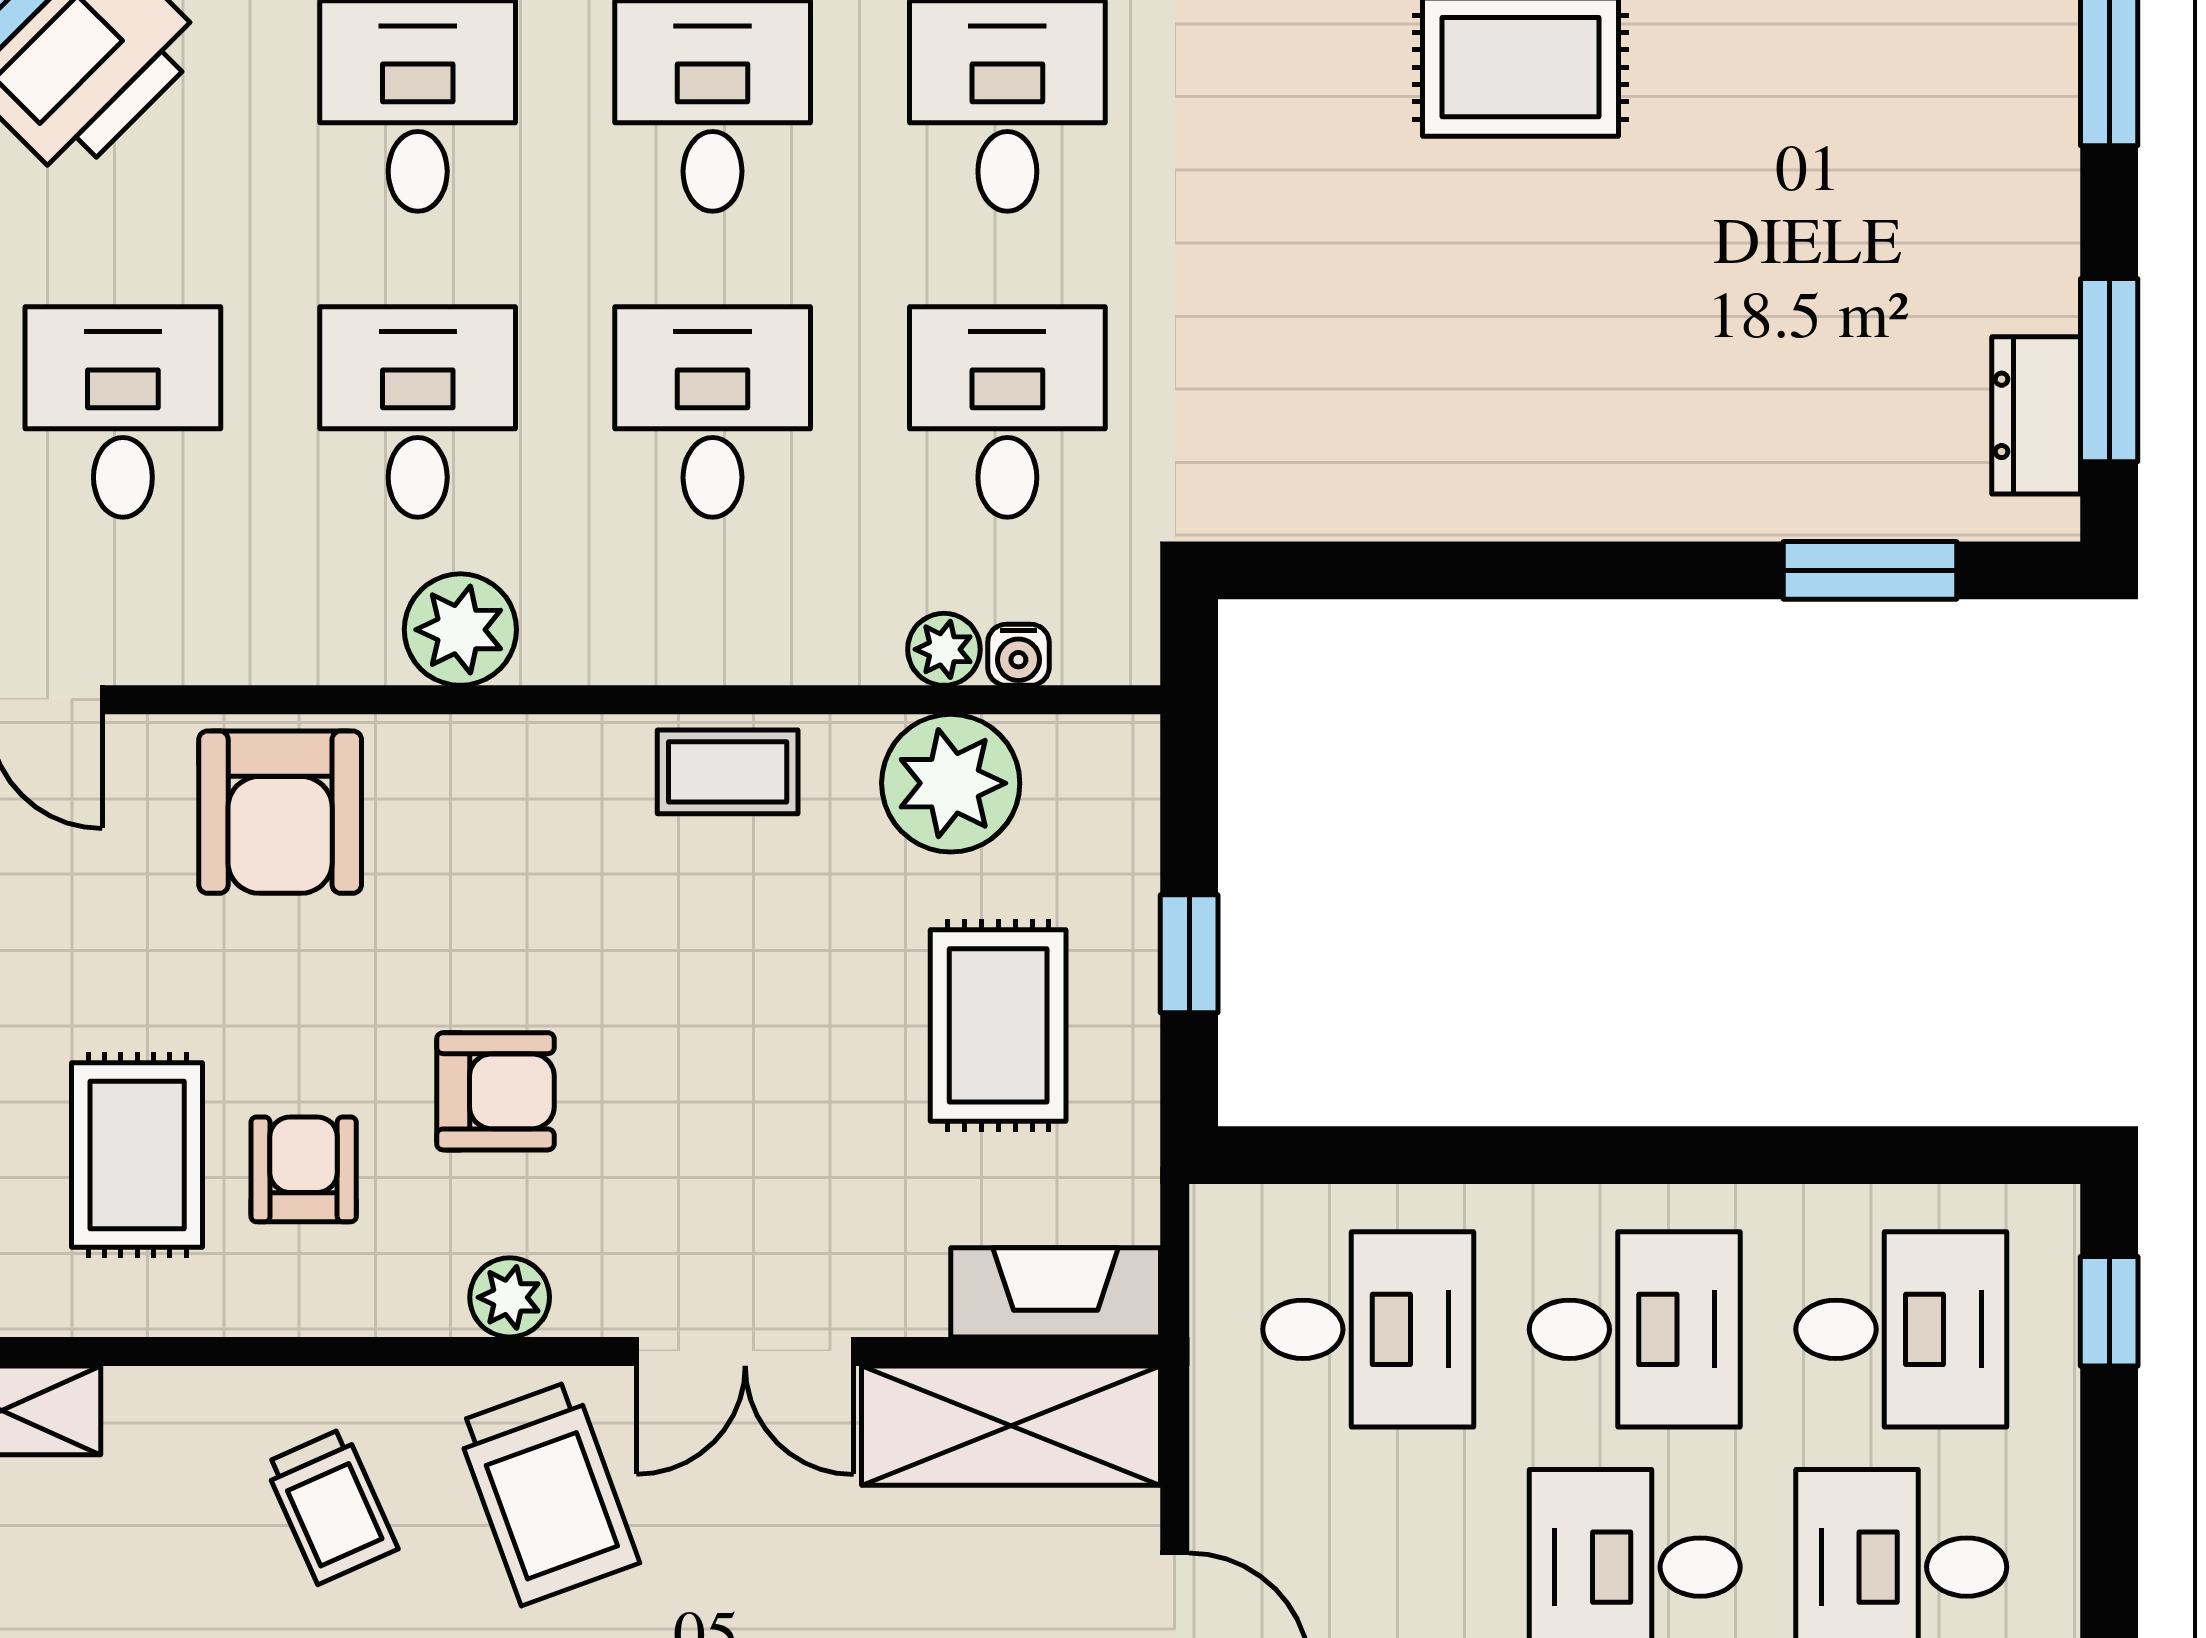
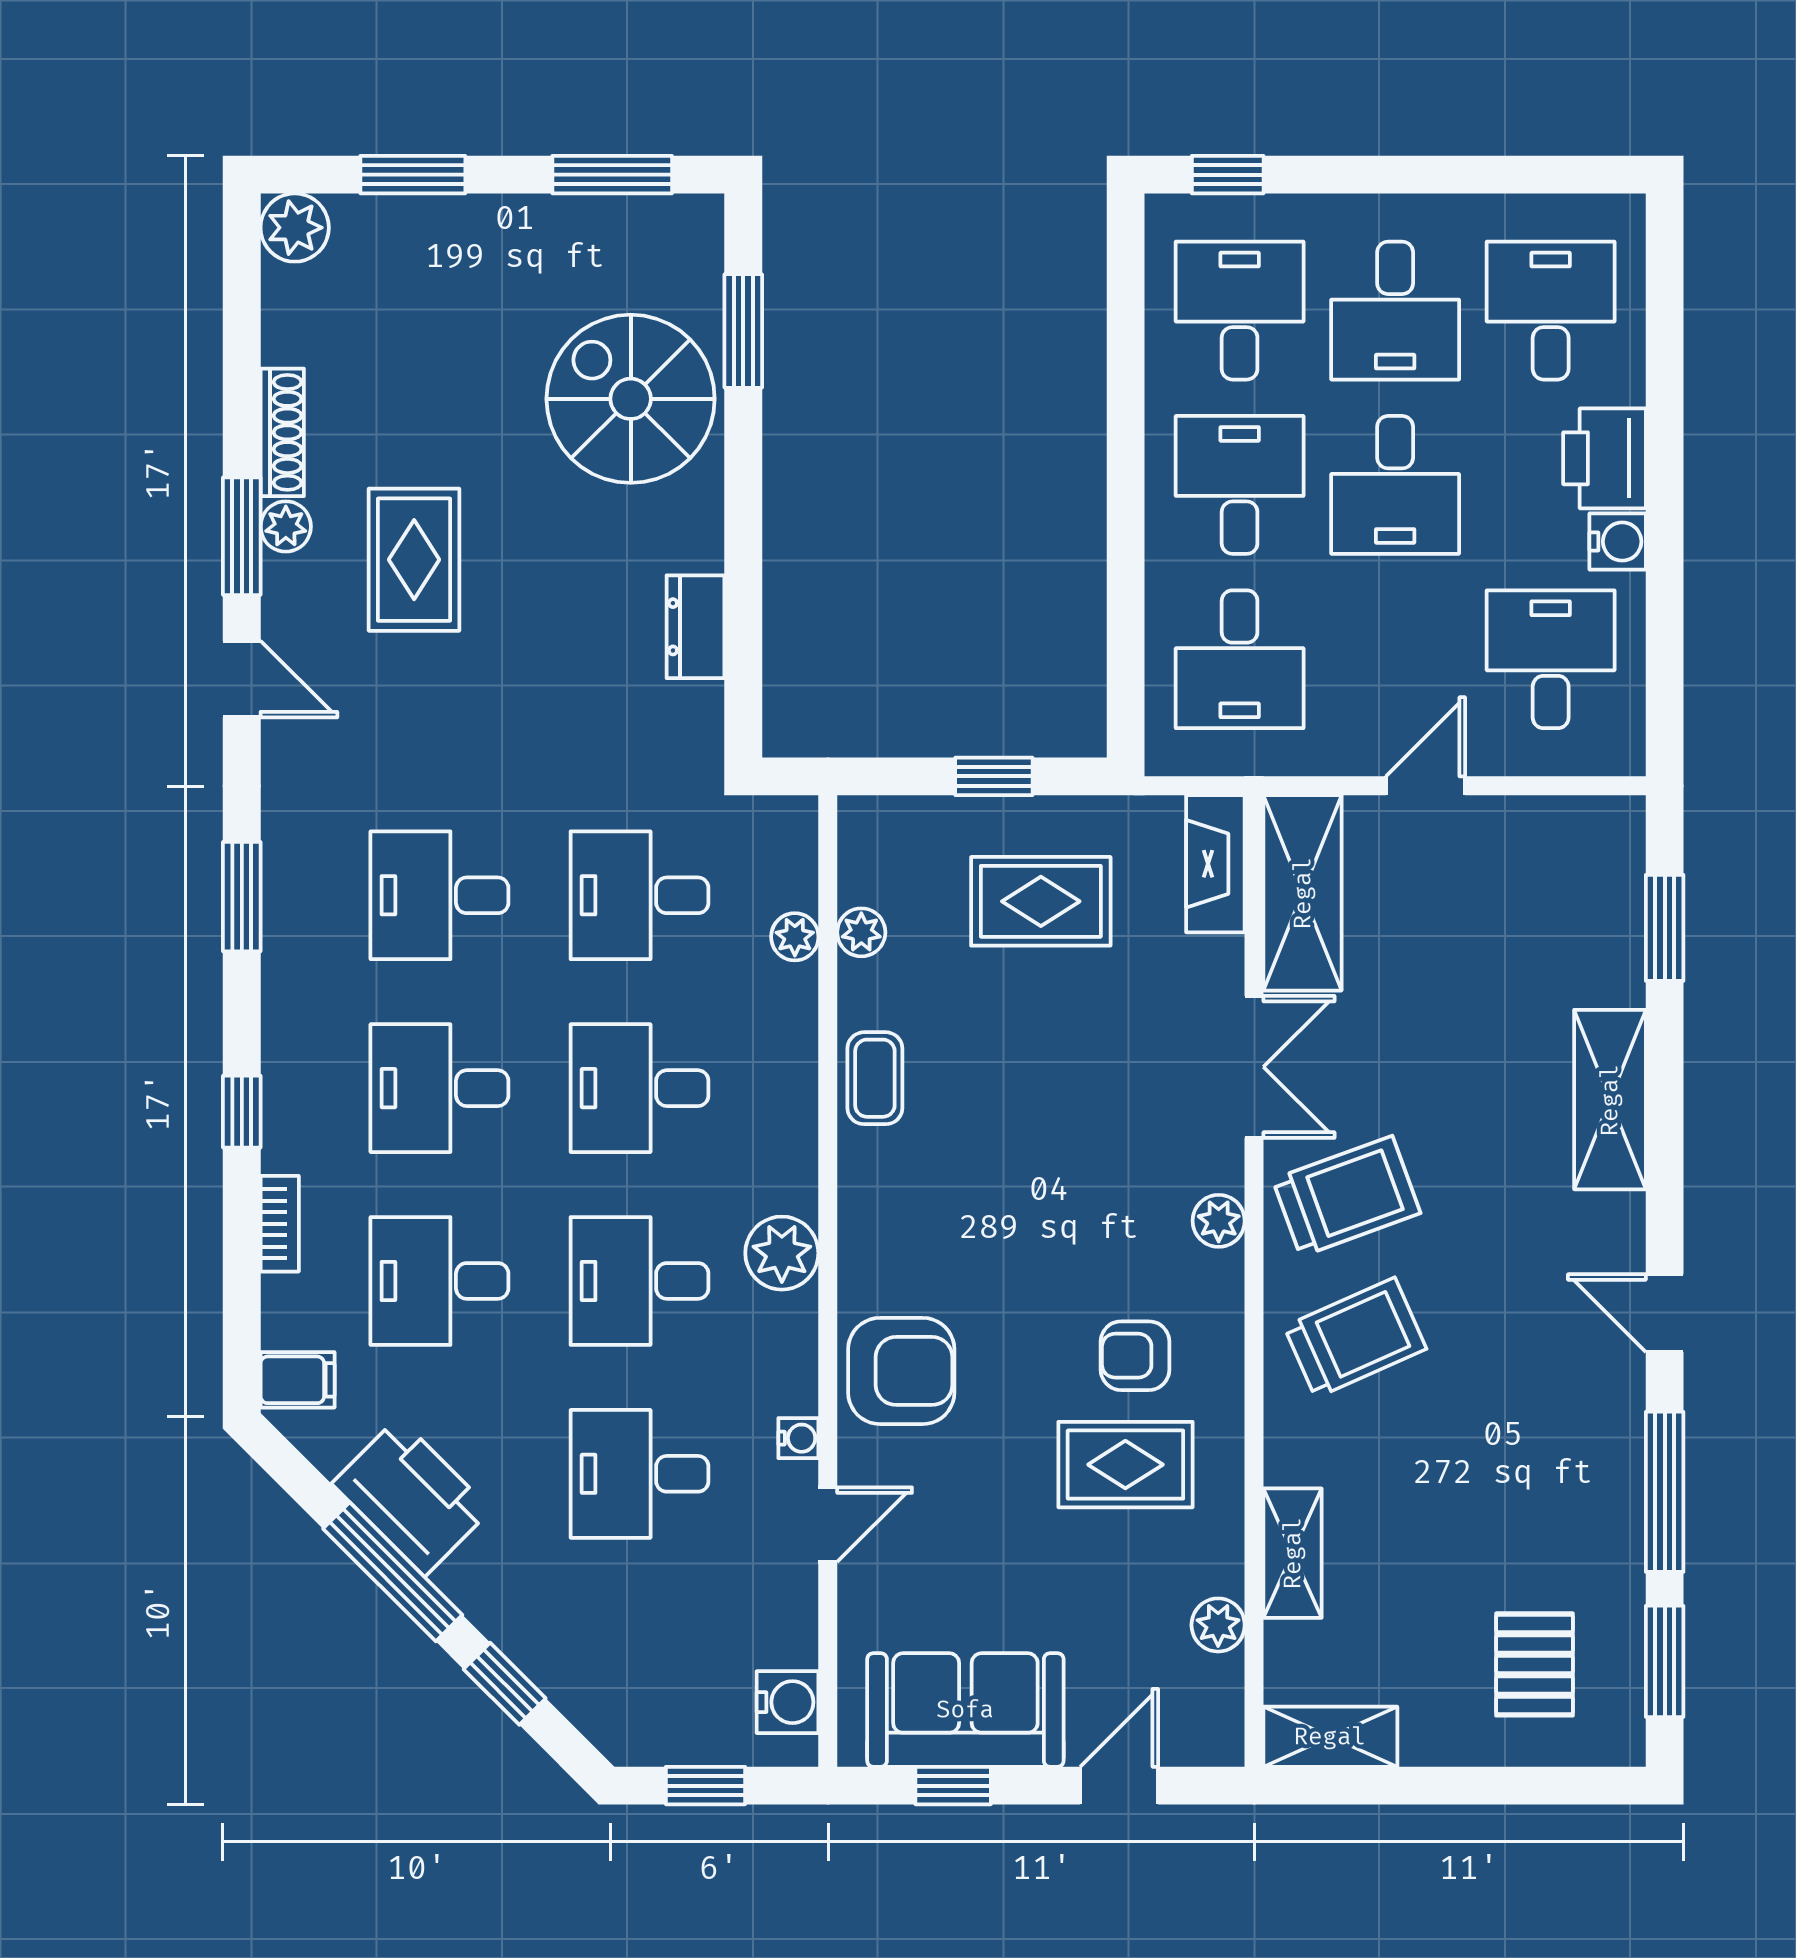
spiral stairs: (1766, 398) -> (631, 399), added
dresser: (2036, 415) -> (695, 627), moved, turned 90
water cooler: (1018, 655) -> (798, 1438), moved
plant: (951, 783) -> (861, 932), width x0.53, depth x0.53
armchair: (495, 1091) -> (1084, 1230), removed
desk: (1368, 1329) -> (1240, 659), turned 180
trolley: (331, 1506) -> (1355, 1338), width x1.36, depth x1.39

